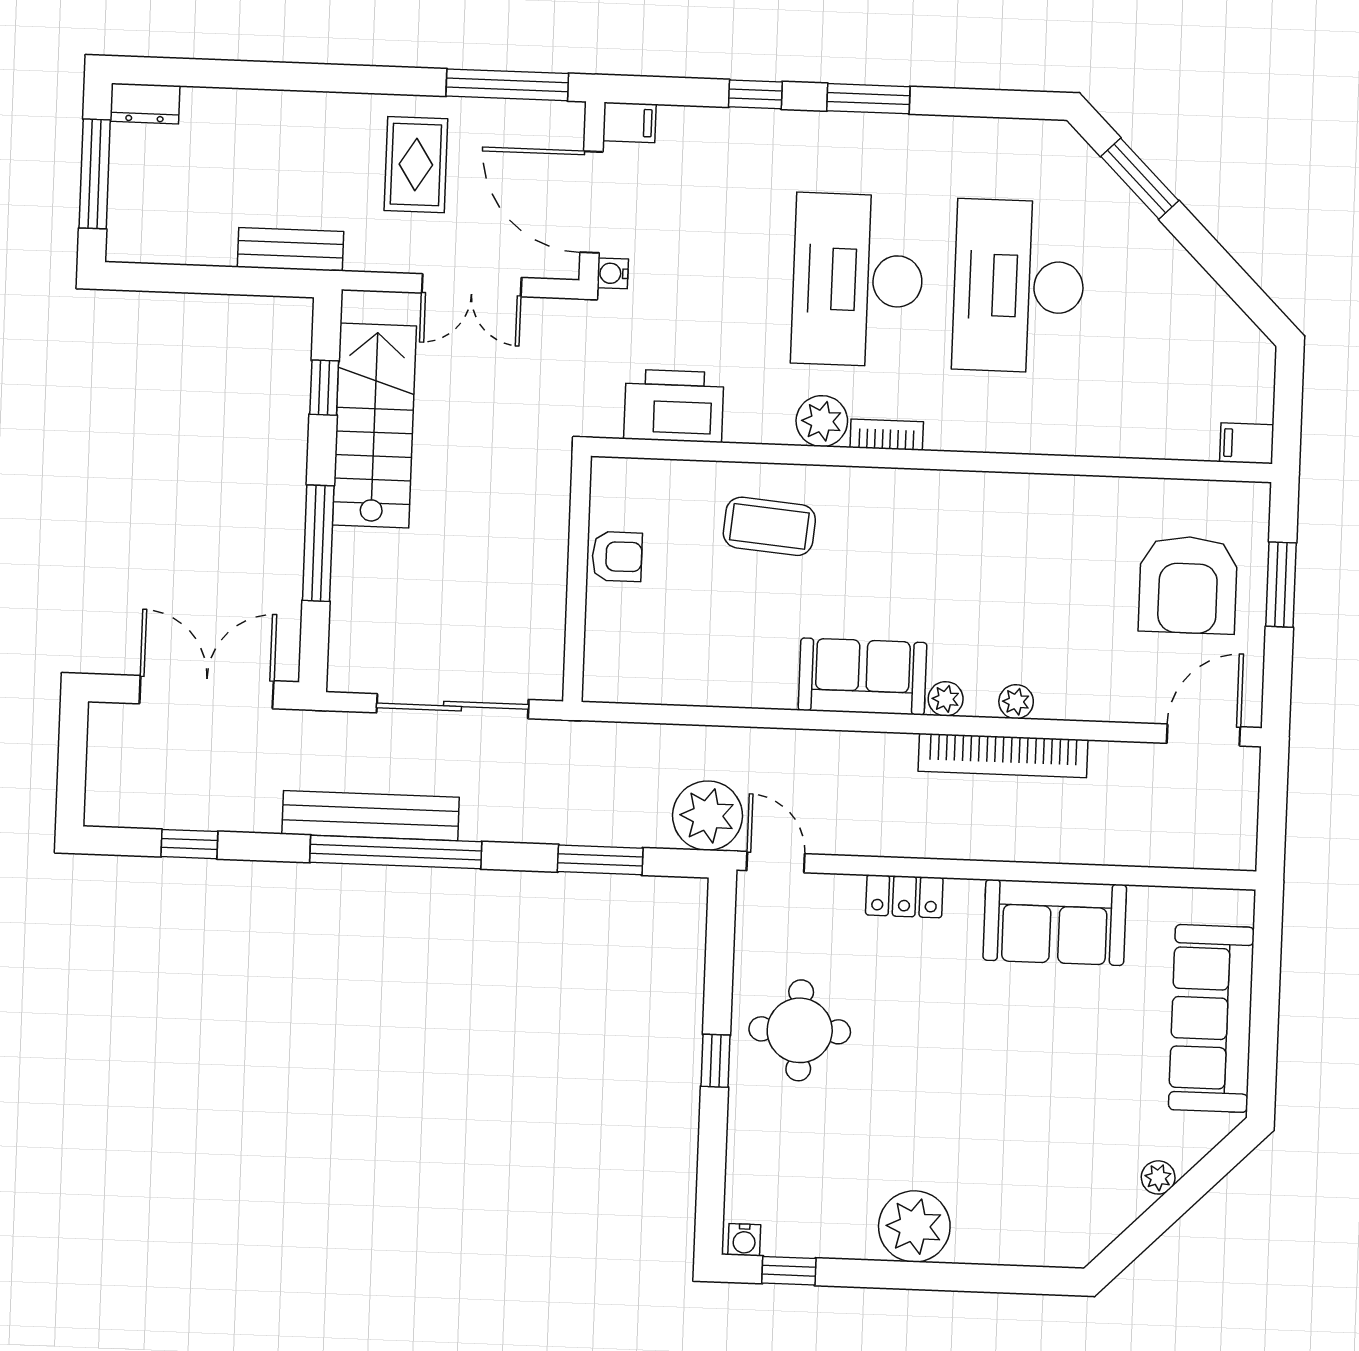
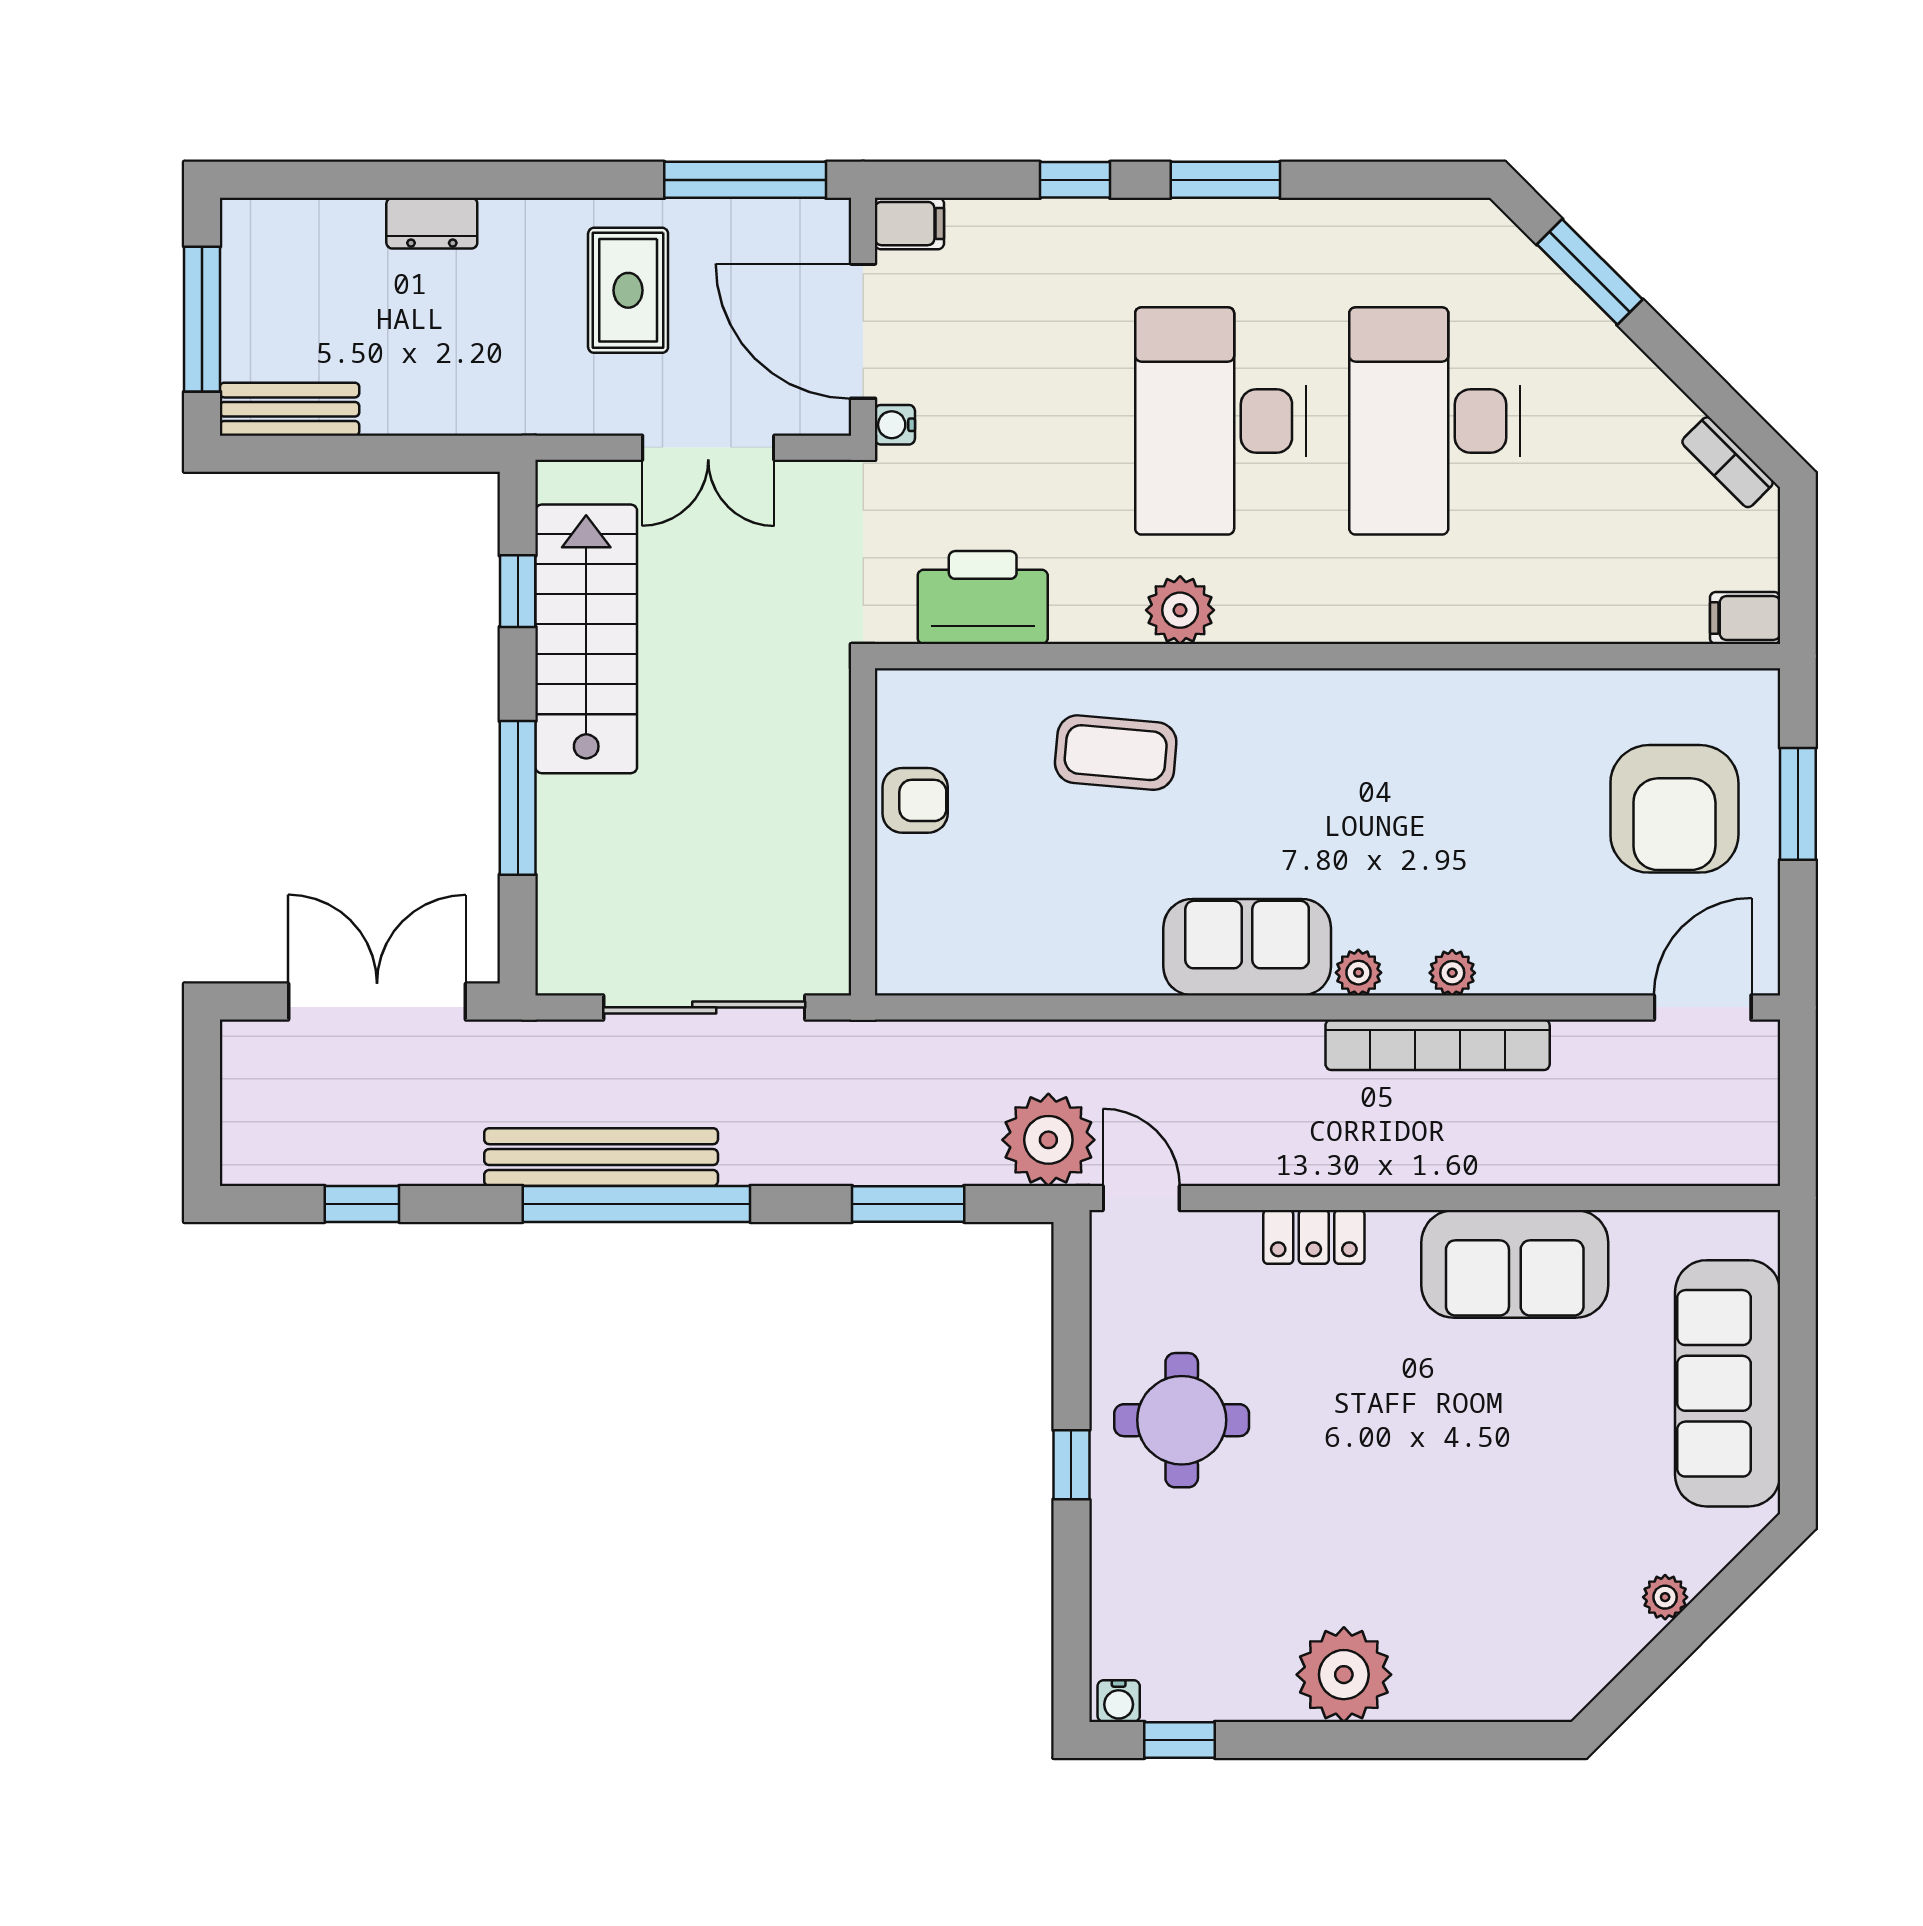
dresser: (145, 104) -> (432, 223), moved
bench: (291, 249) -> (290, 409), moved
bookcase: (887, 435) -> (1728, 462), moved, turned -135

